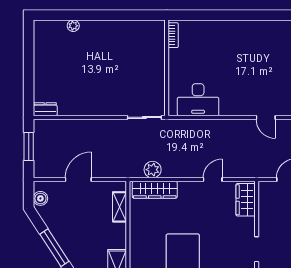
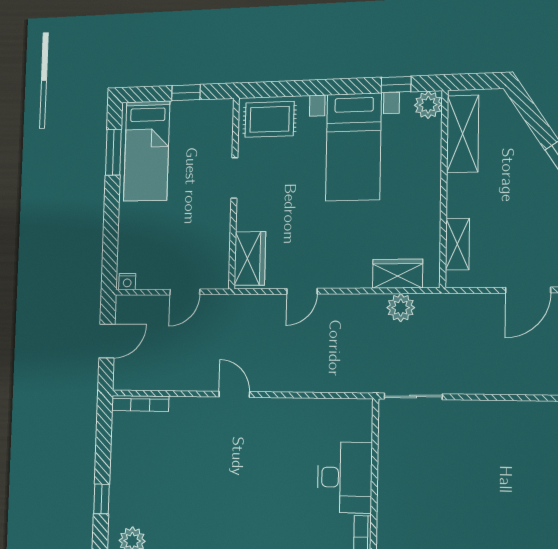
desk: (198, 100) -> (345, 477), moved, turned 90
door: (266, 117) -> (234, 394), moved
wardrobe: (155, 190) -> (398, 274), width x0.67

